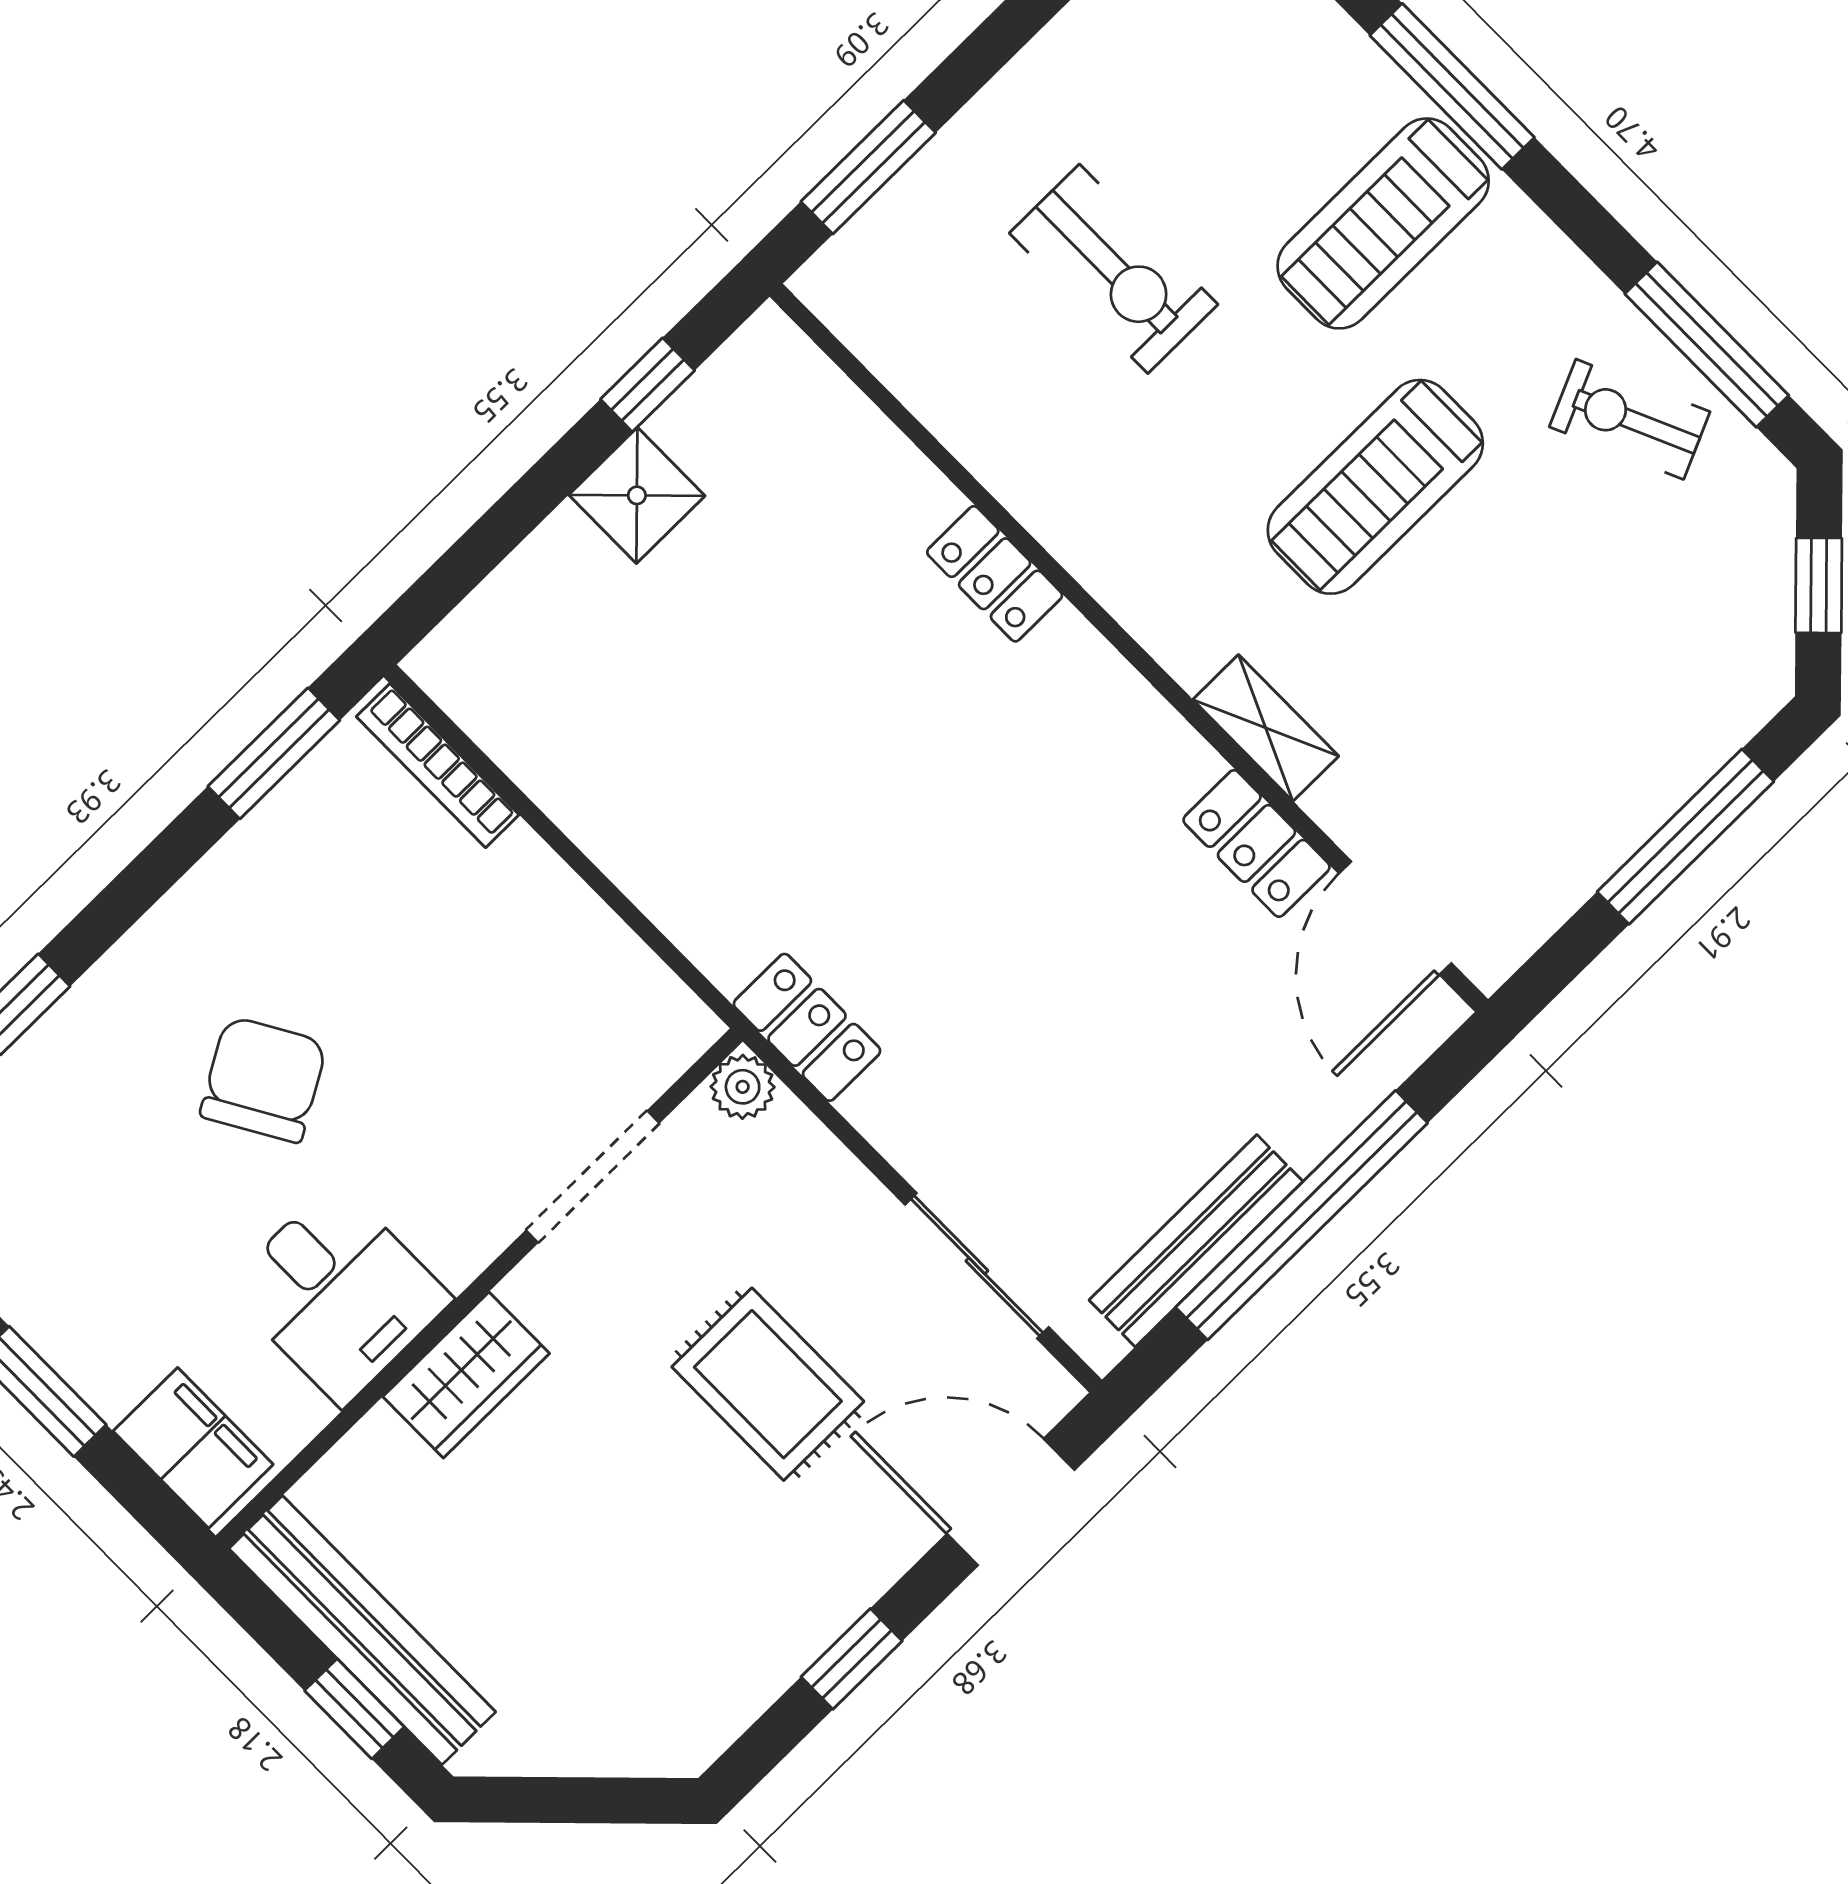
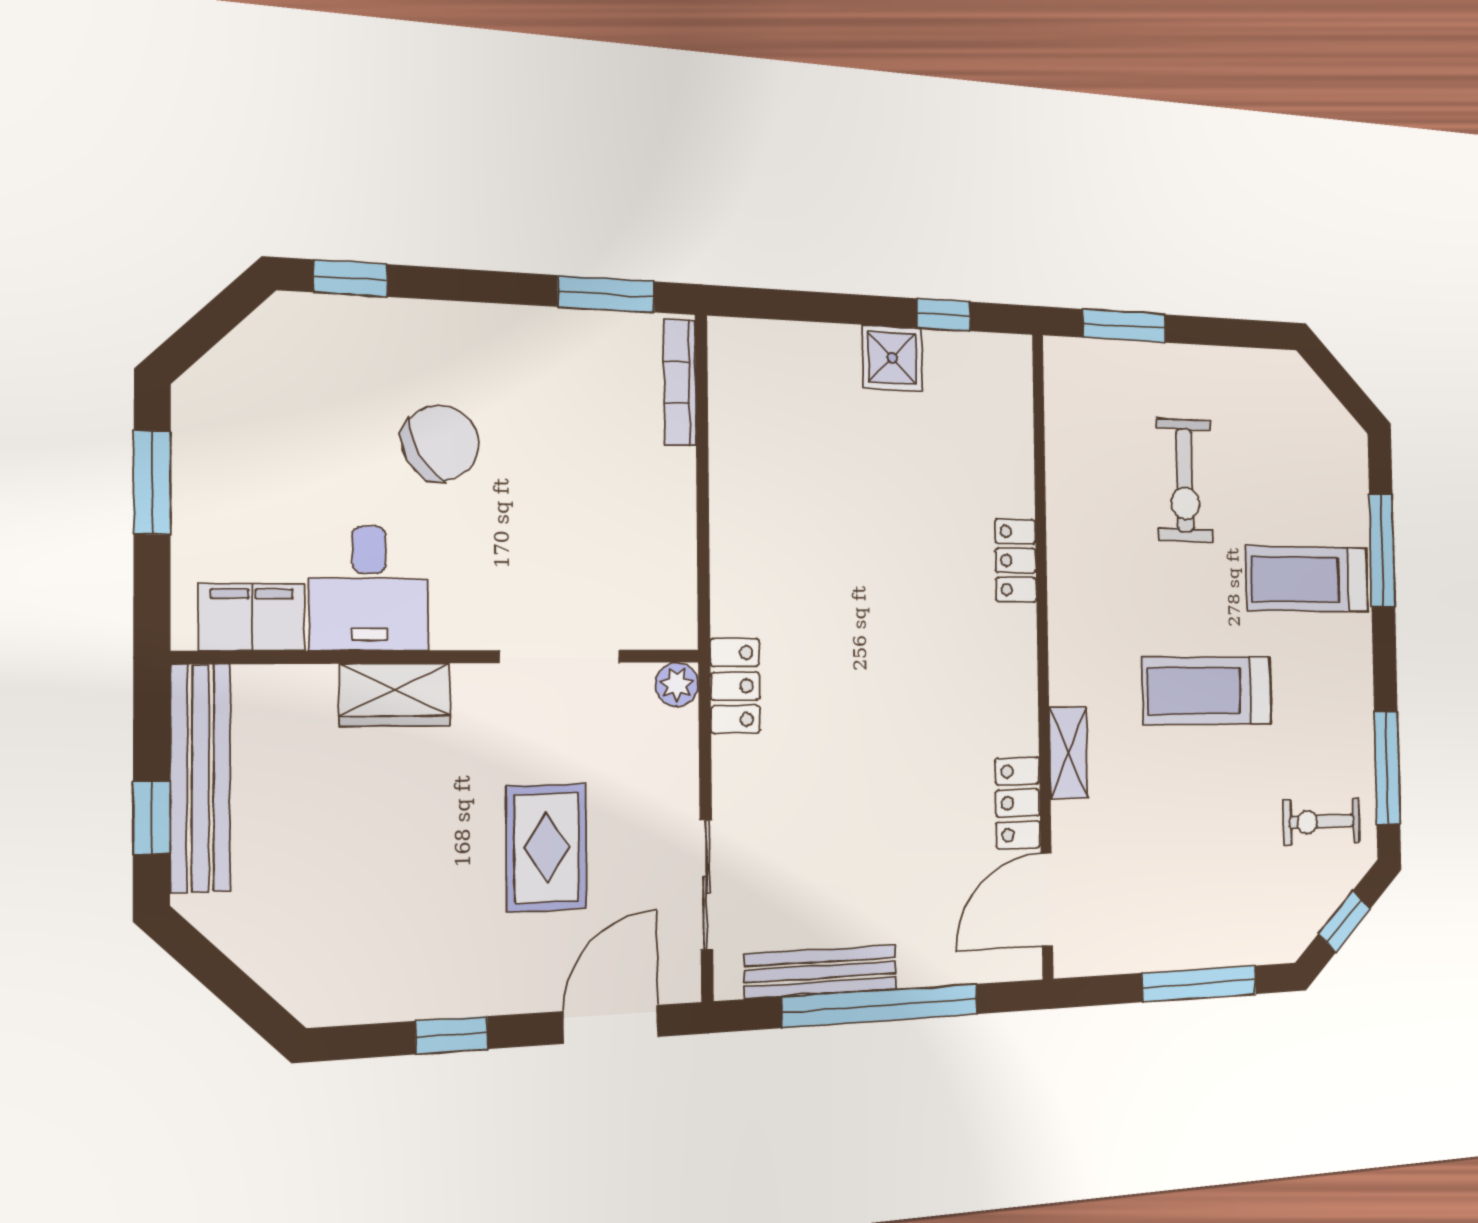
exercise bike: (1630, 419) -> (1322, 822), moved, turned -66
filing cabinet: (193, 1448) -> (252, 617), moved, turned -90
door: (1011, 1502) -> (611, 1024), hinge flipped

